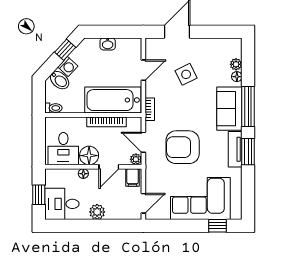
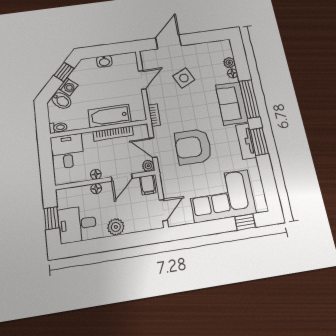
bathtub: (113, 100) -> (110, 116), width x0.73, depth x0.73
desk: (63, 149) -> (67, 151), moved, turned 180
floor lamp: (89, 156) -> (96, 174), width x0.53, depth x0.53

